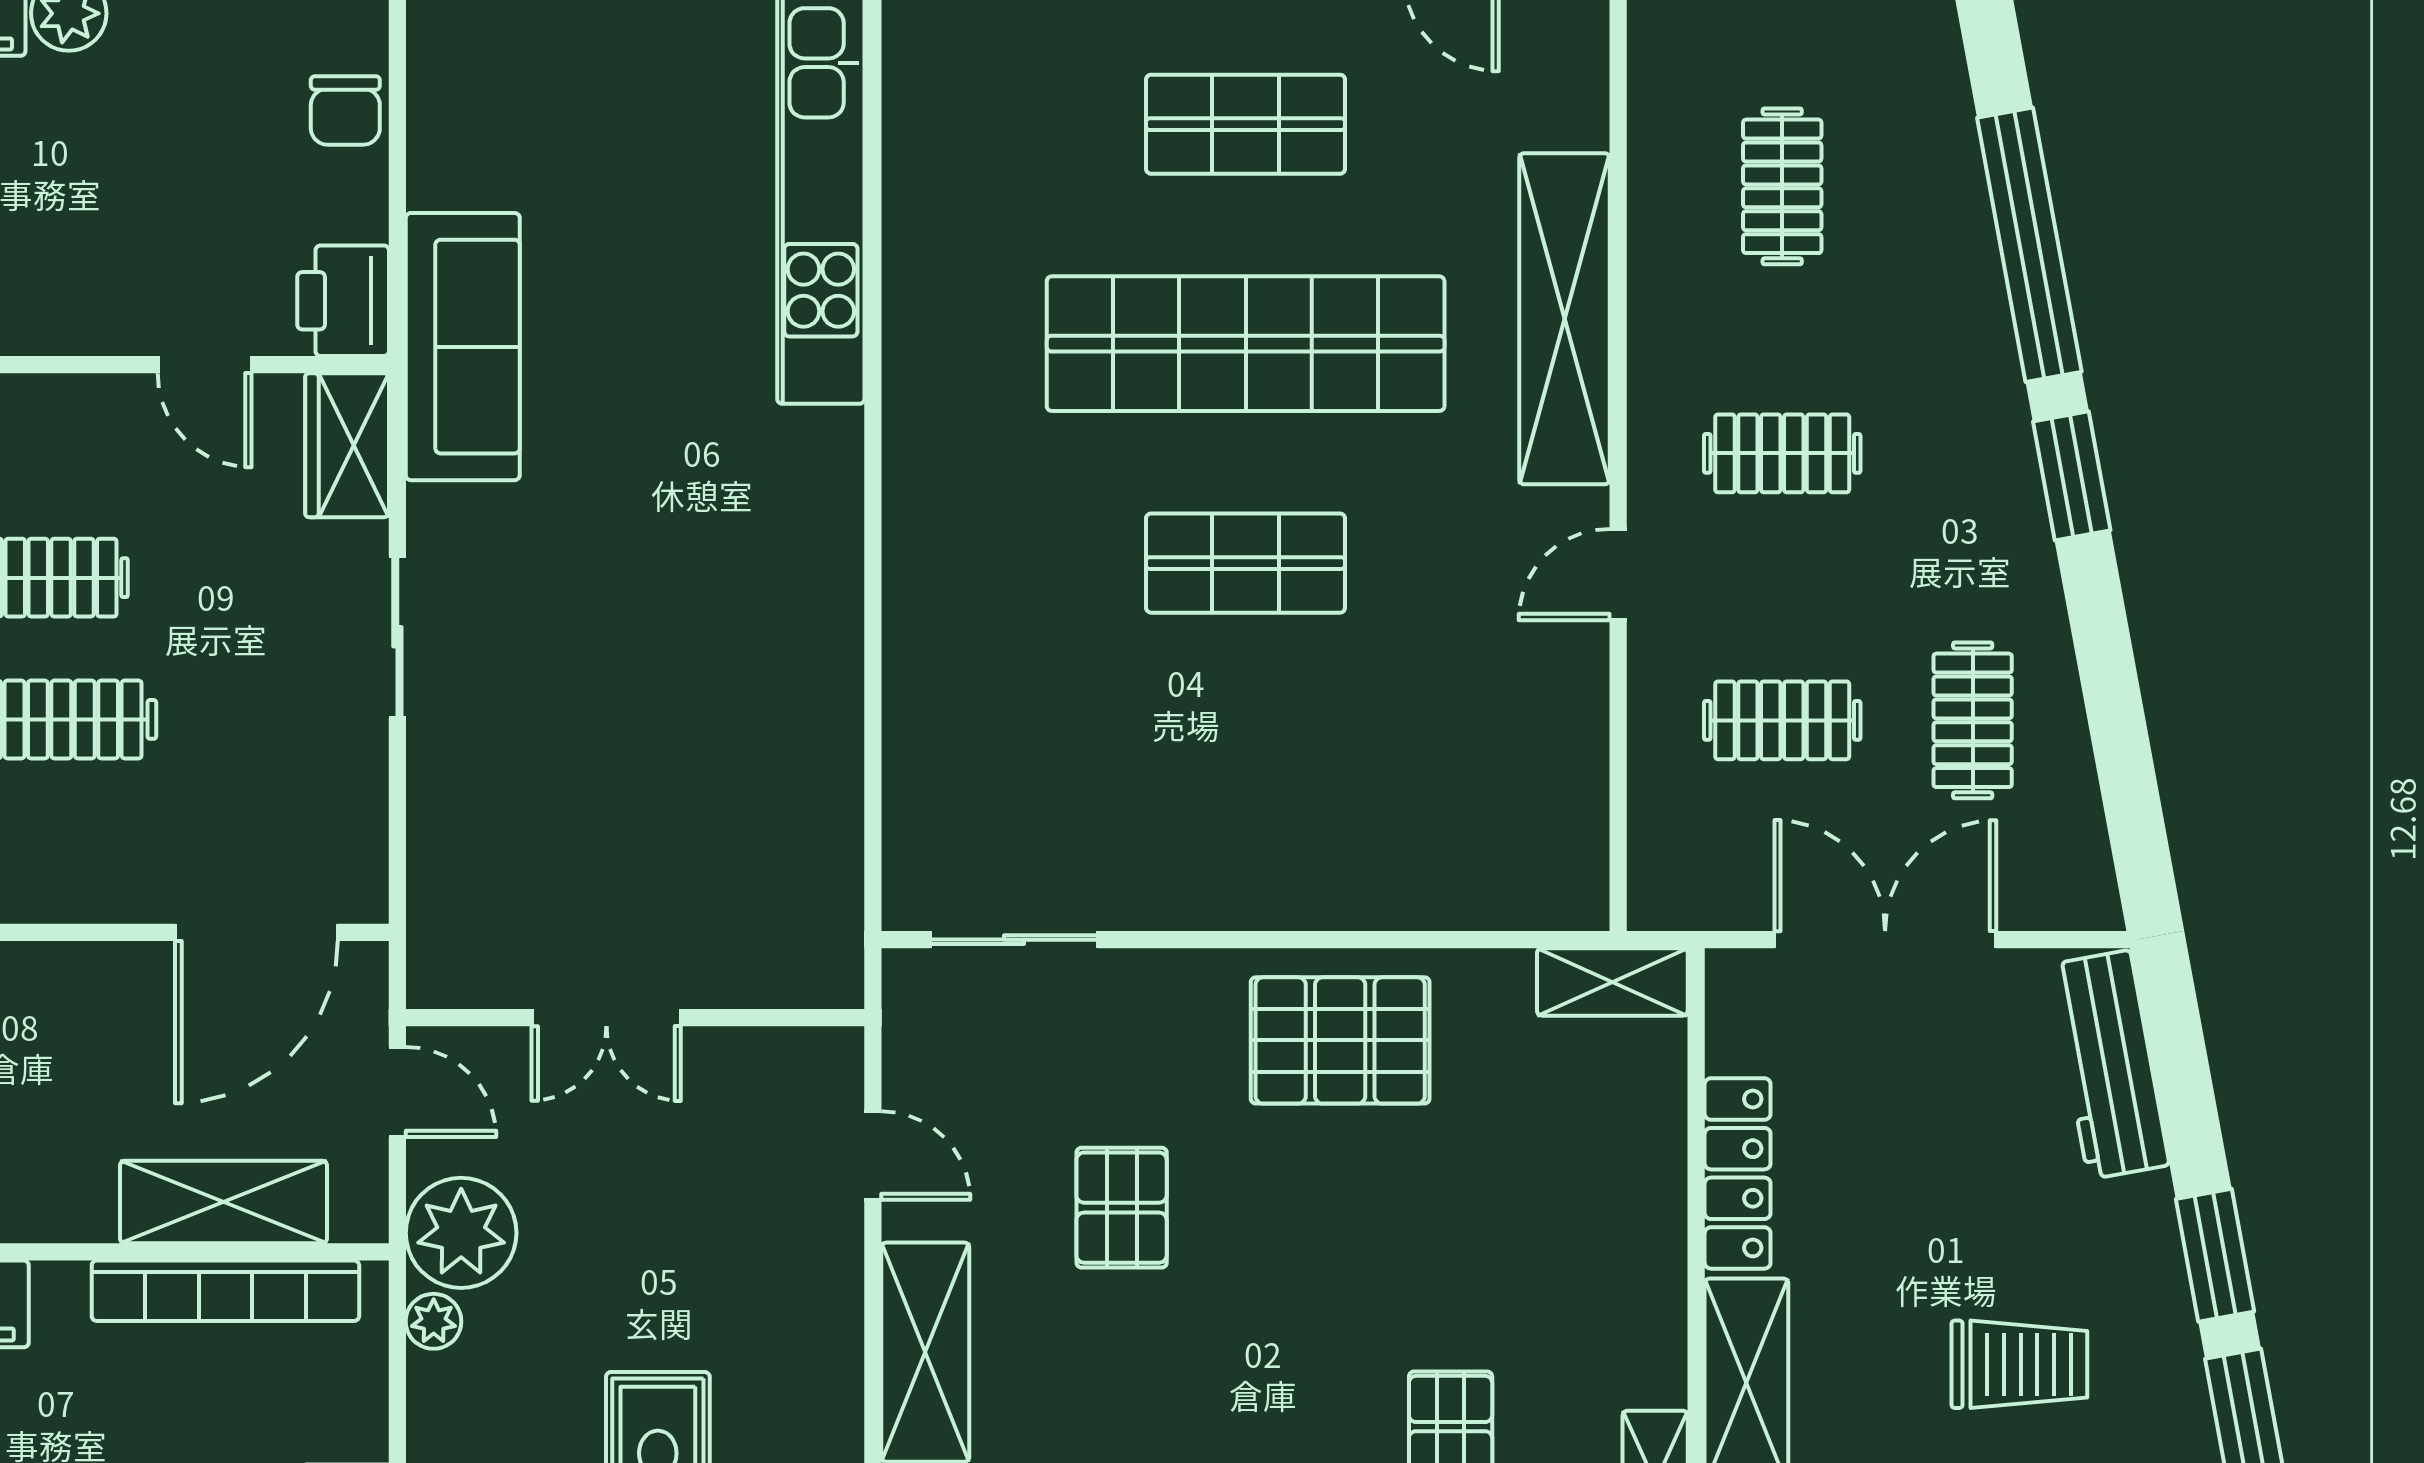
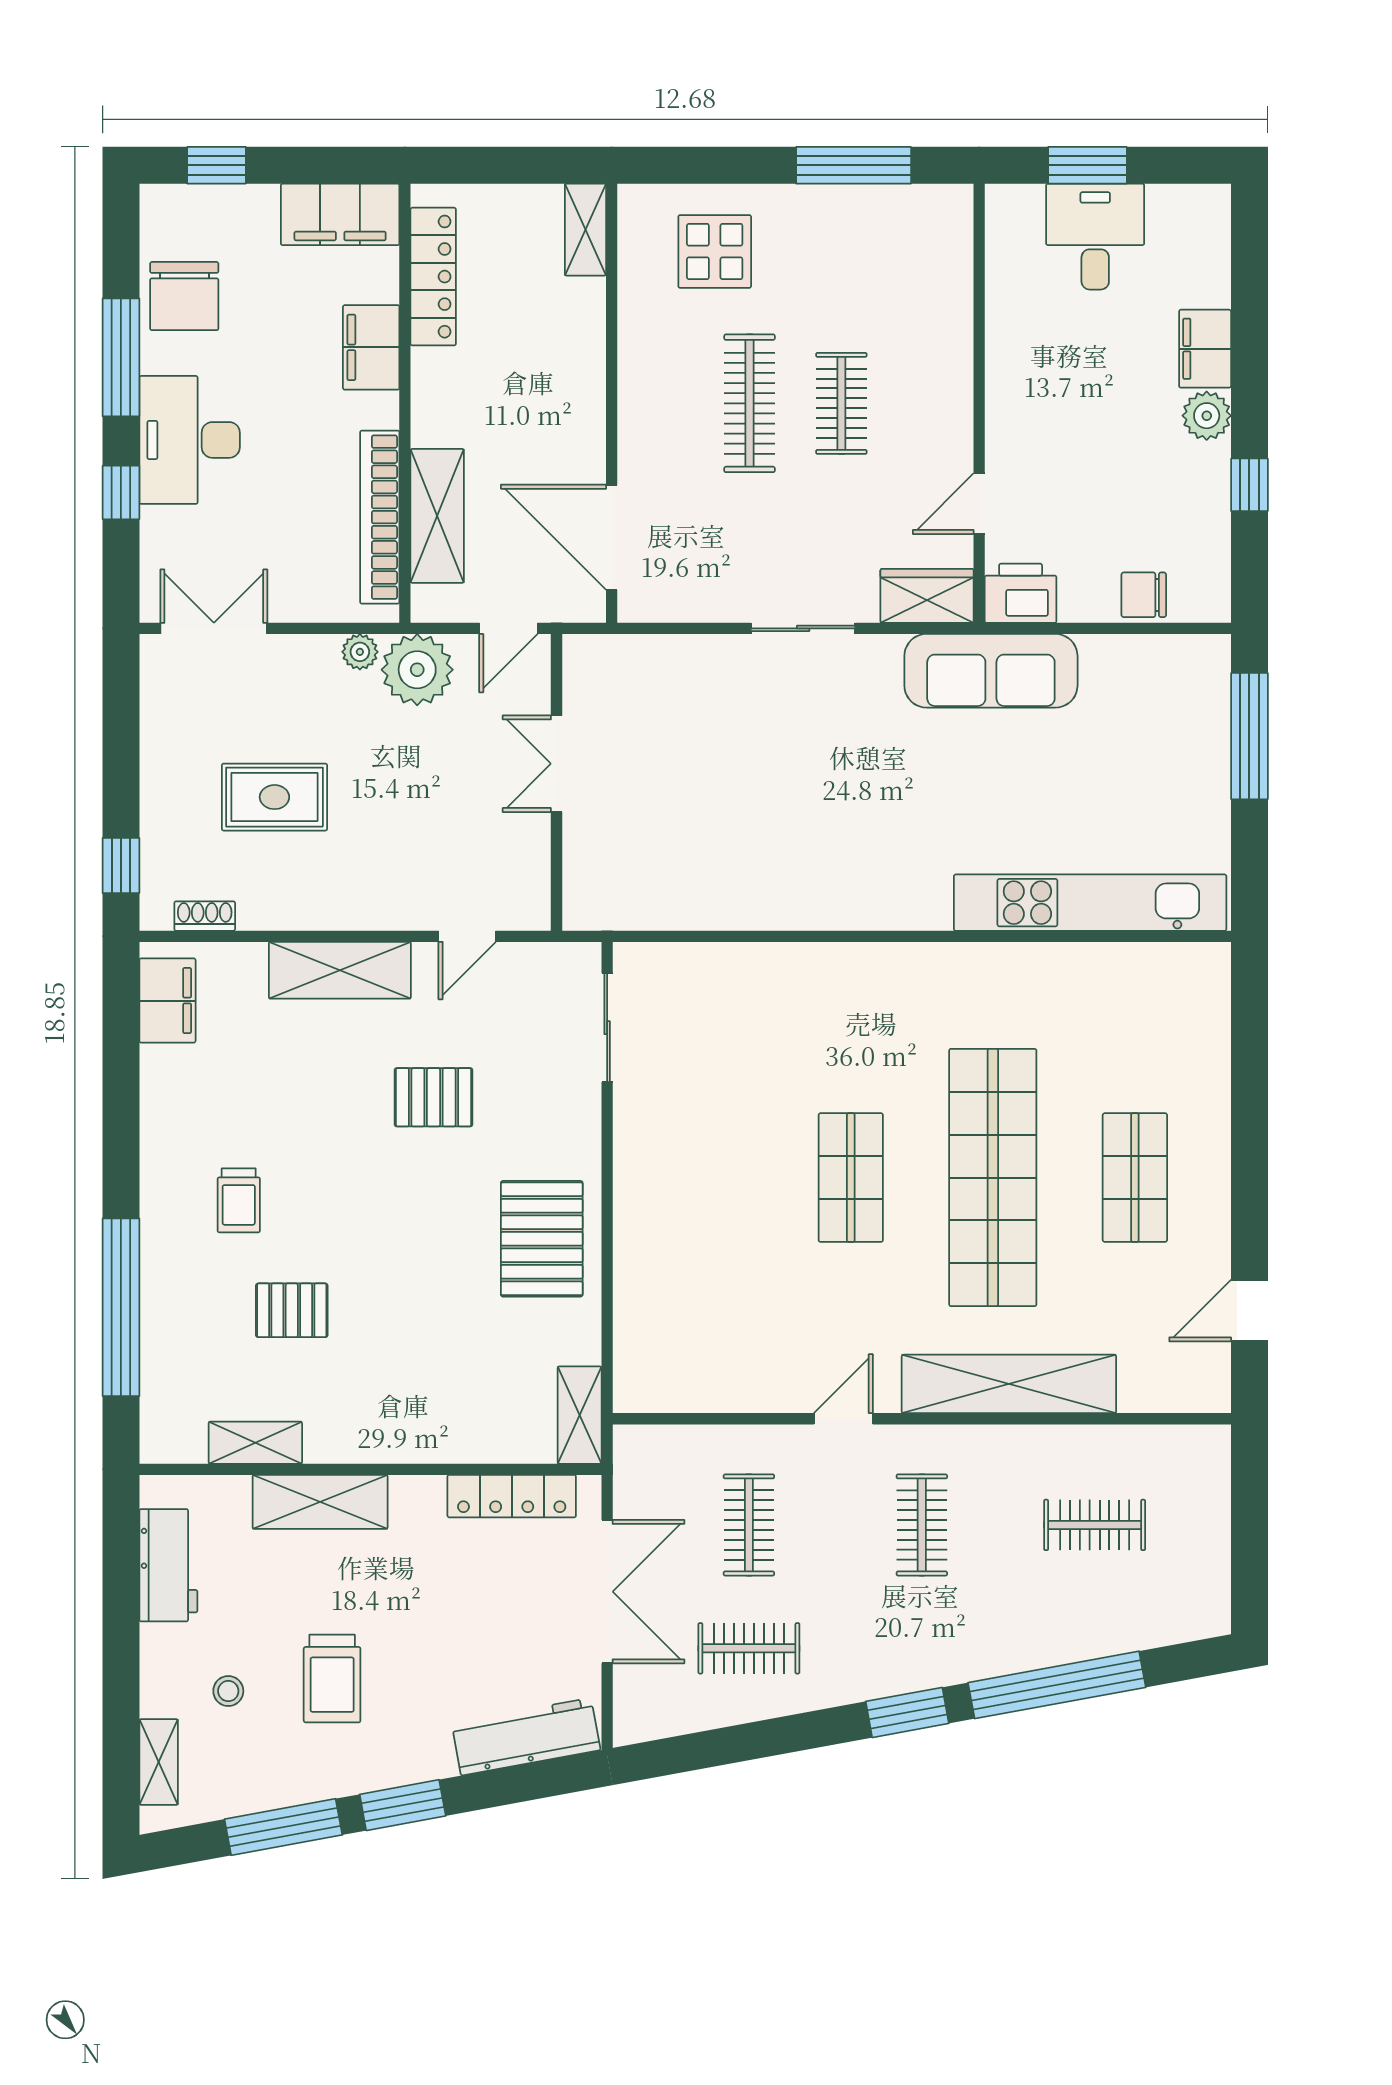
door: (1618, 575) -> (843, 1419), hinge flipped
locker: (1738, 1173) -> (512, 1496), moved

